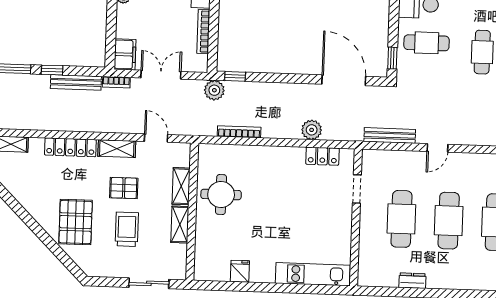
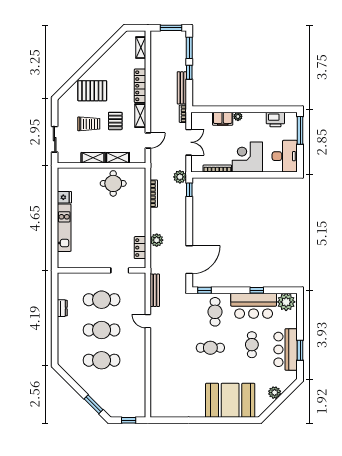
filing cabinet: (125, 54) -> (223, 119), moved
kitchen unit: (313, 274) -> (64, 228), moved

